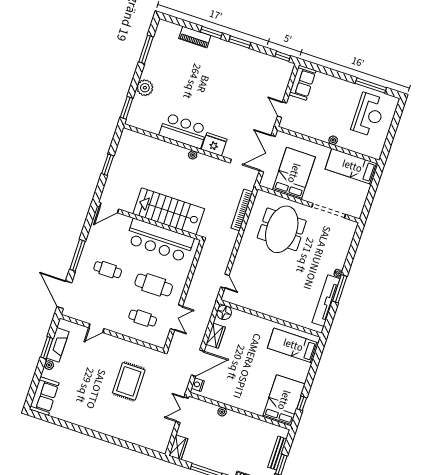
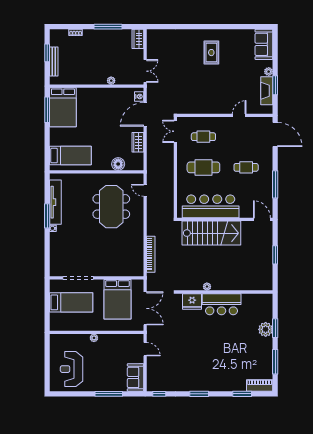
window: (211, 33) -> (242, 394), moved
piano: (195, 37) -> (260, 386), moved
window: (371, 86) -> (109, 394), moved
window: (127, 108) -> (275, 328), moved
bed: (352, 166) -> (71, 302), moved
door: (109, 208) -> (262, 219), hinge flipped
meeting table: (282, 229) -> (111, 207), moved
window: (77, 255) -> (275, 184), moved
floor lamp: (224, 312) -> (118, 164), moved
double door: (177, 318) -> (175, 131), moved
rug: (129, 381) -> (211, 53), moved, width x0.73, depth x0.70
window: (302, 403) -> (47, 110), width x2.17

